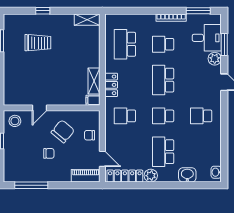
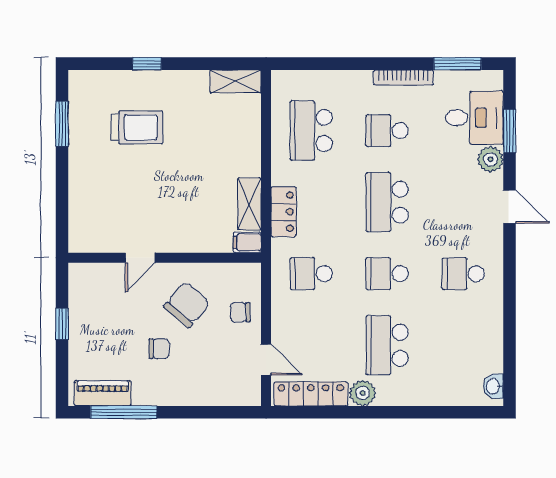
stool: (15, 121) -> (91, 284), removed
washbasin: (187, 175) -> (436, 392), removed
piano: (86, 176) -> (103, 393), moved

